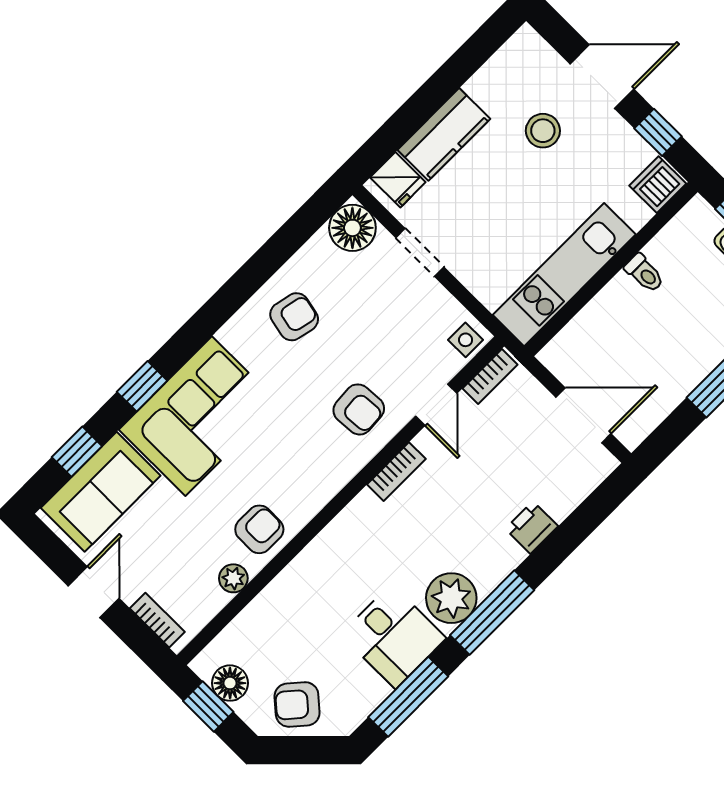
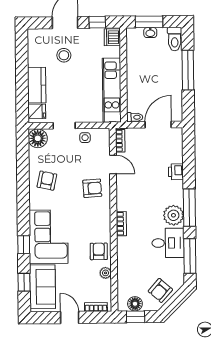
toilet: (644, 273) -> (135, 117), moved
side table: (466, 340) -> (85, 138), moved
bookcase: (396, 472) -> (121, 224), moved

